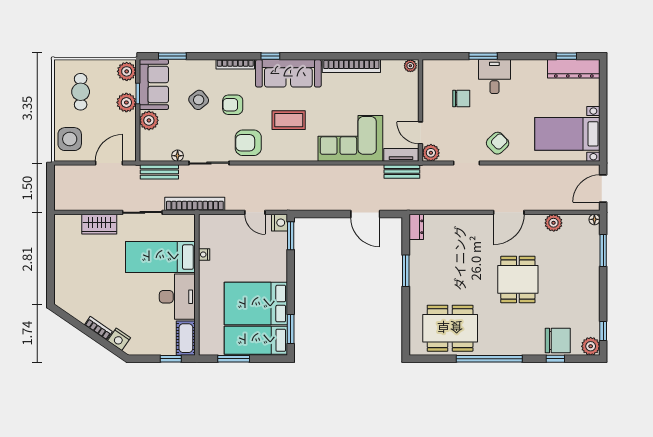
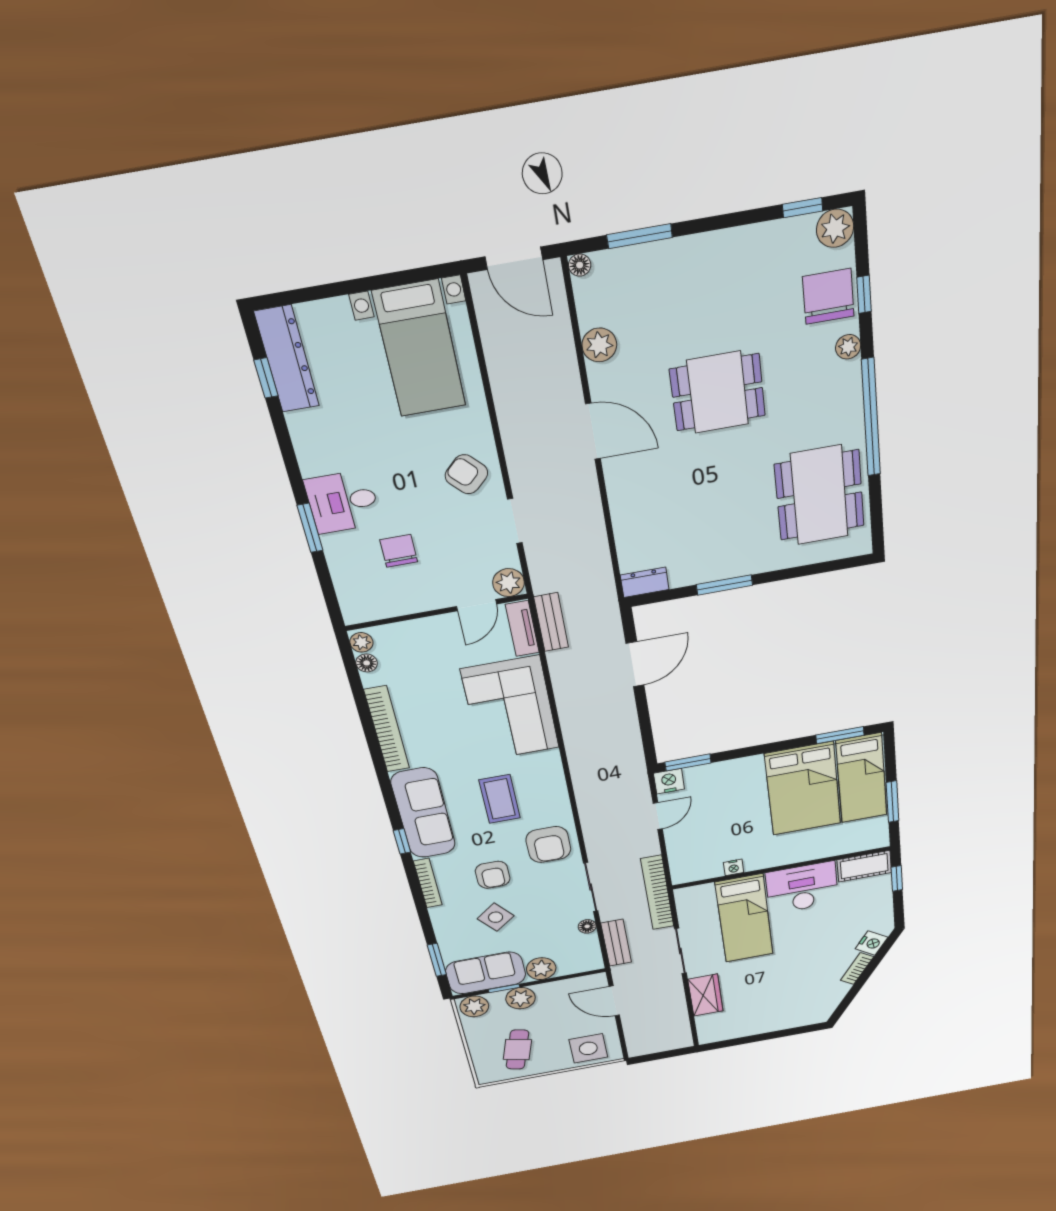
floor lamp: (397, 65) -> (367, 663), added
cafe table: (81, 92) -> (517, 1050), turned -74
plant: (530, 349) -> (848, 347), added

